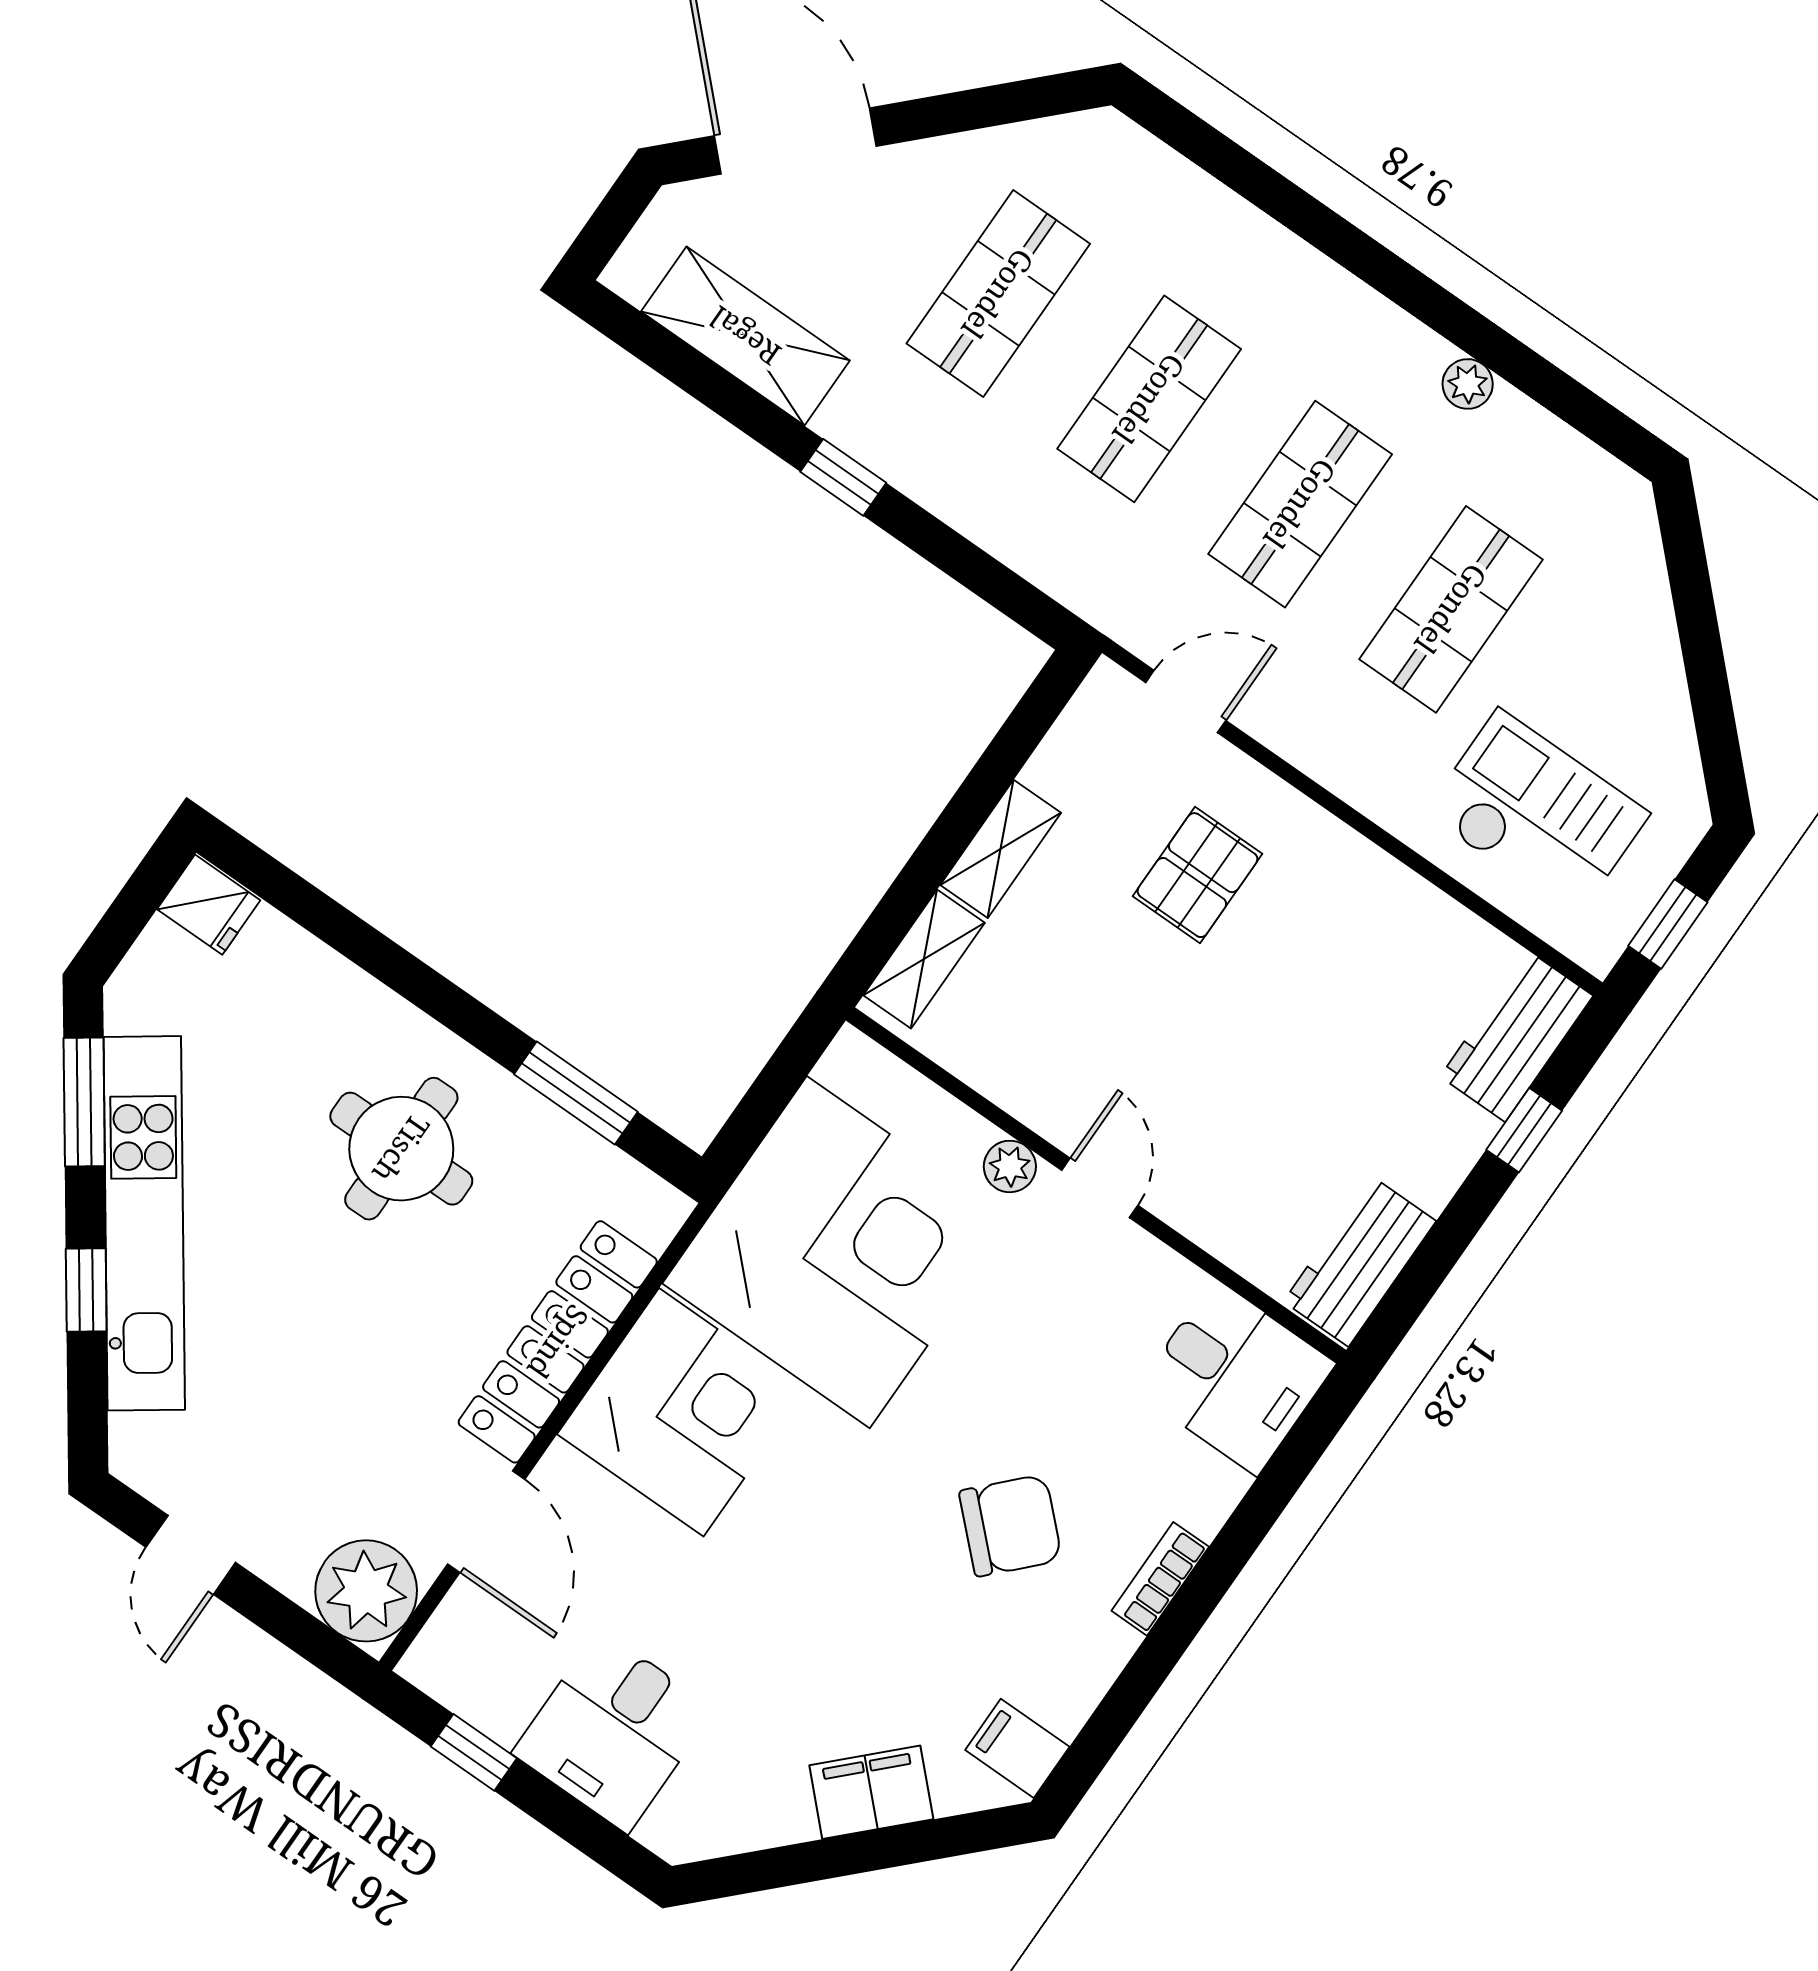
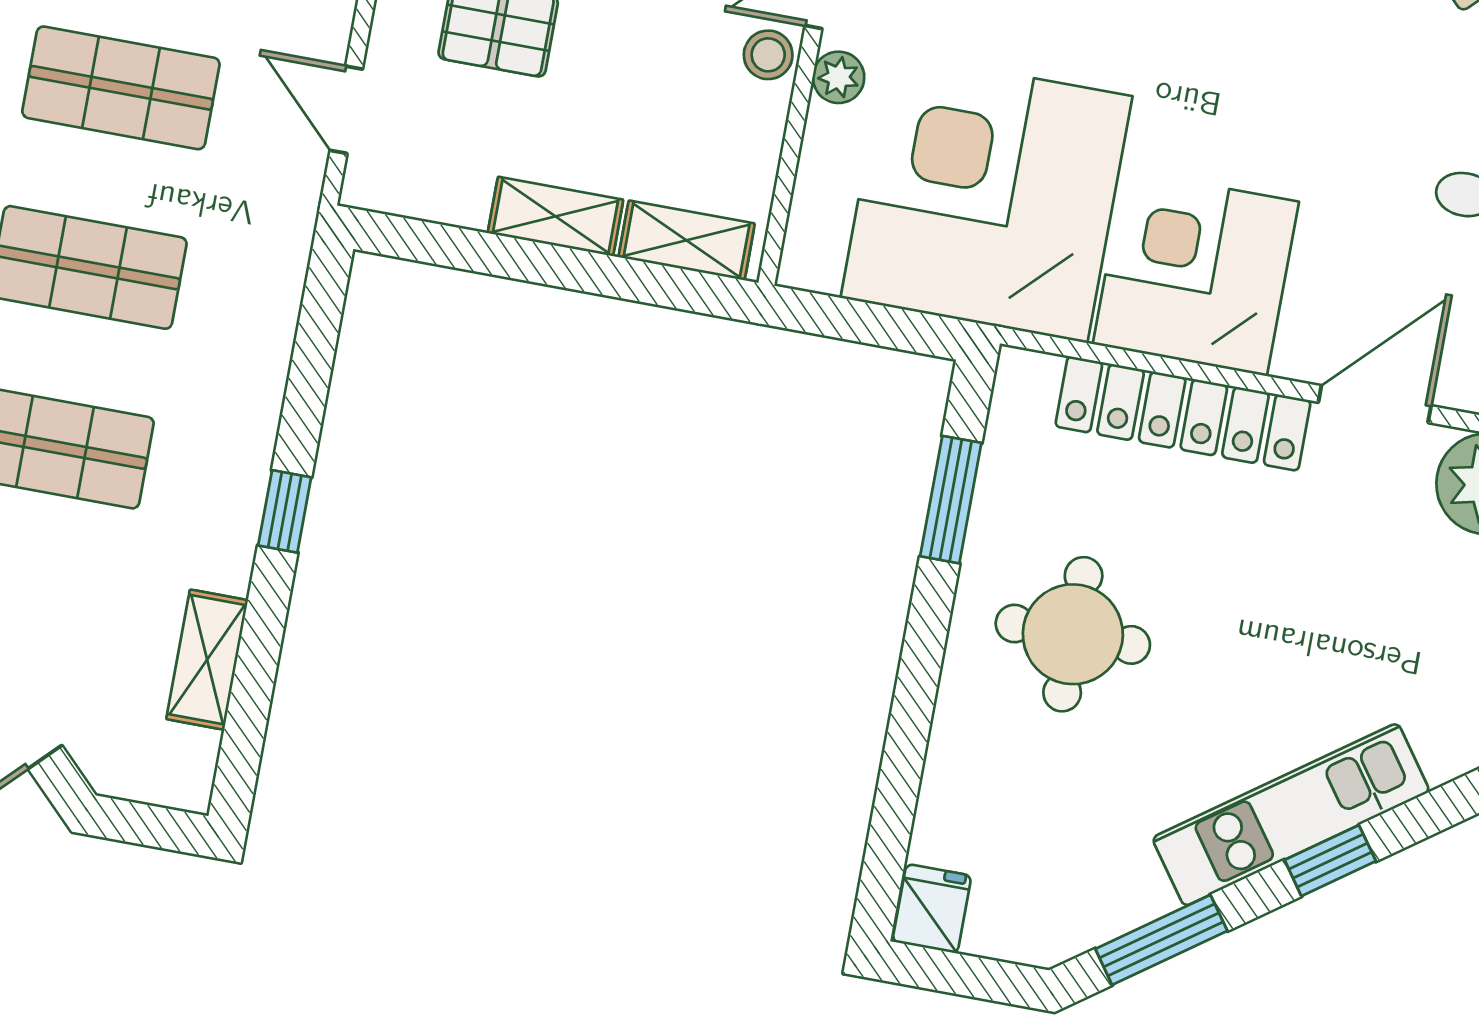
shelving: (745, 336) -> (207, 660), width x0.67, depth x0.75
stool: (1060, 1111) -> (768, 55), added
kitchen unit: (144, 1223) -> (1291, 815), width x0.73

